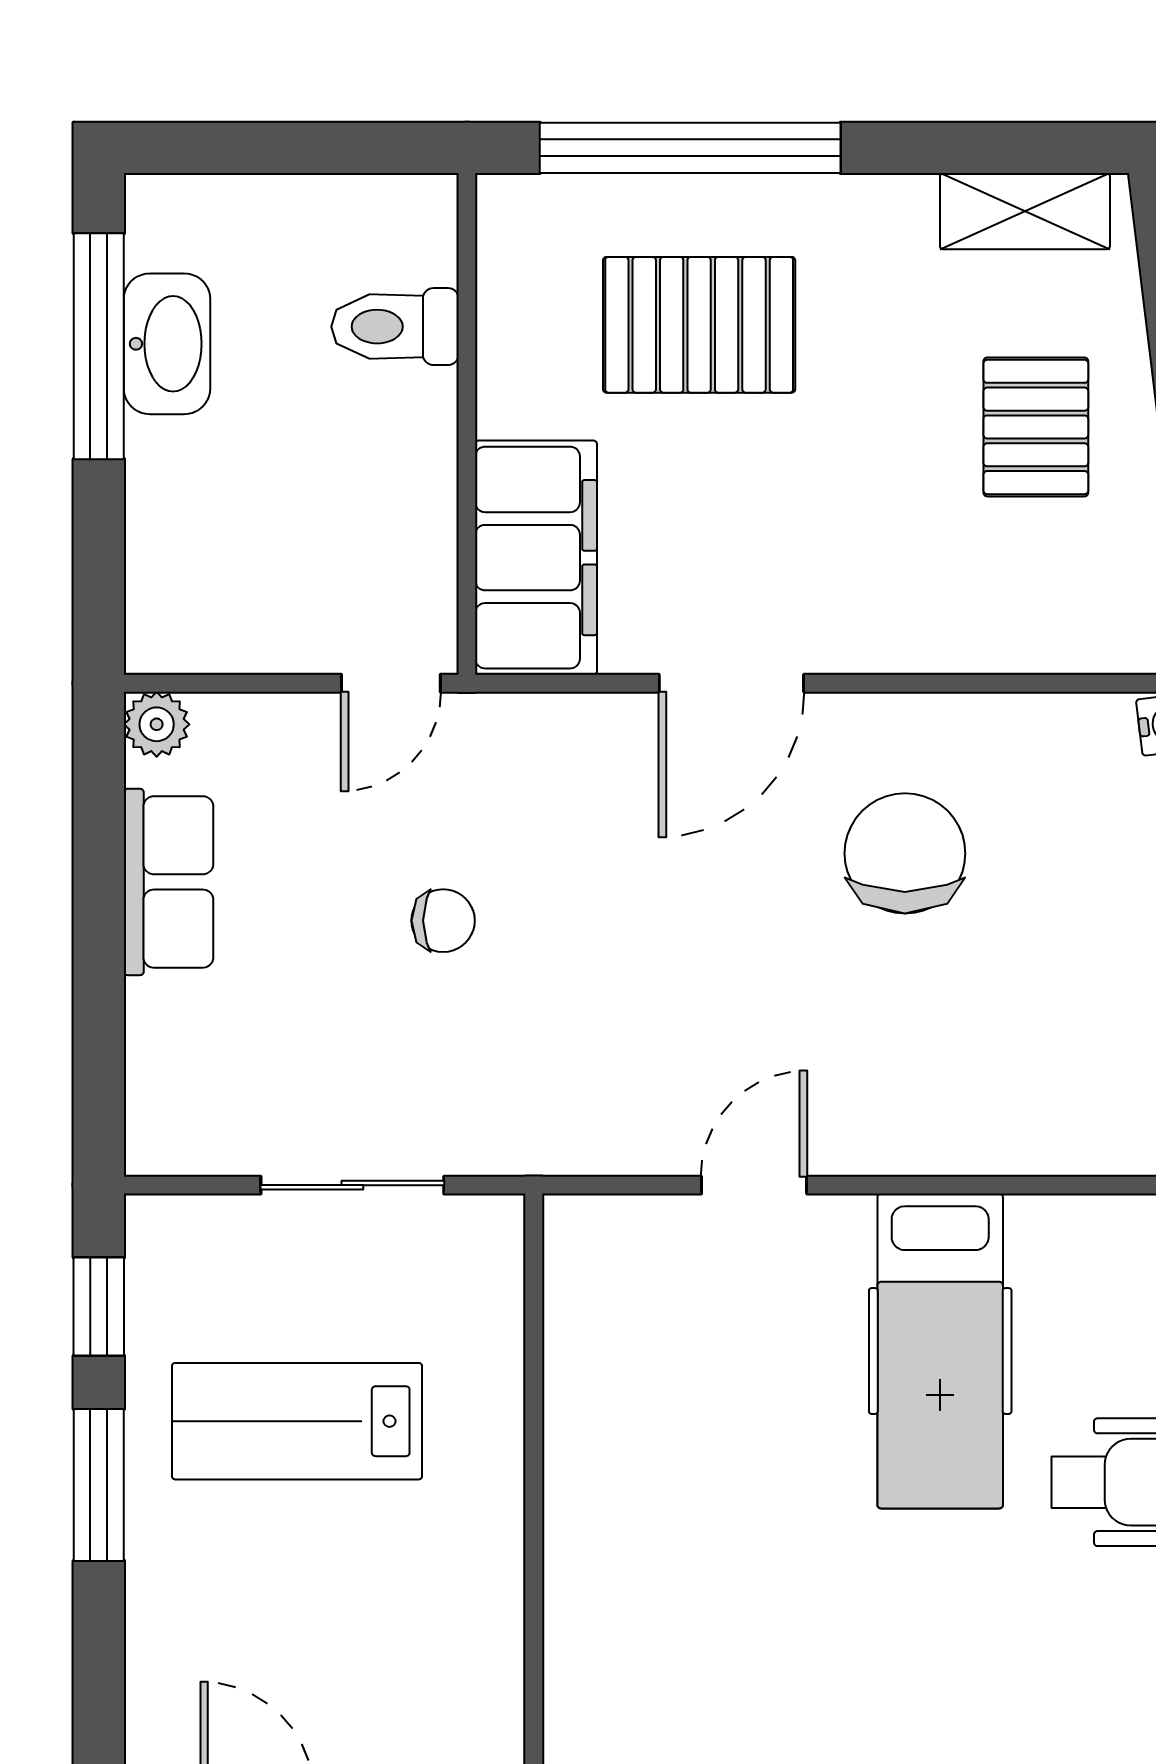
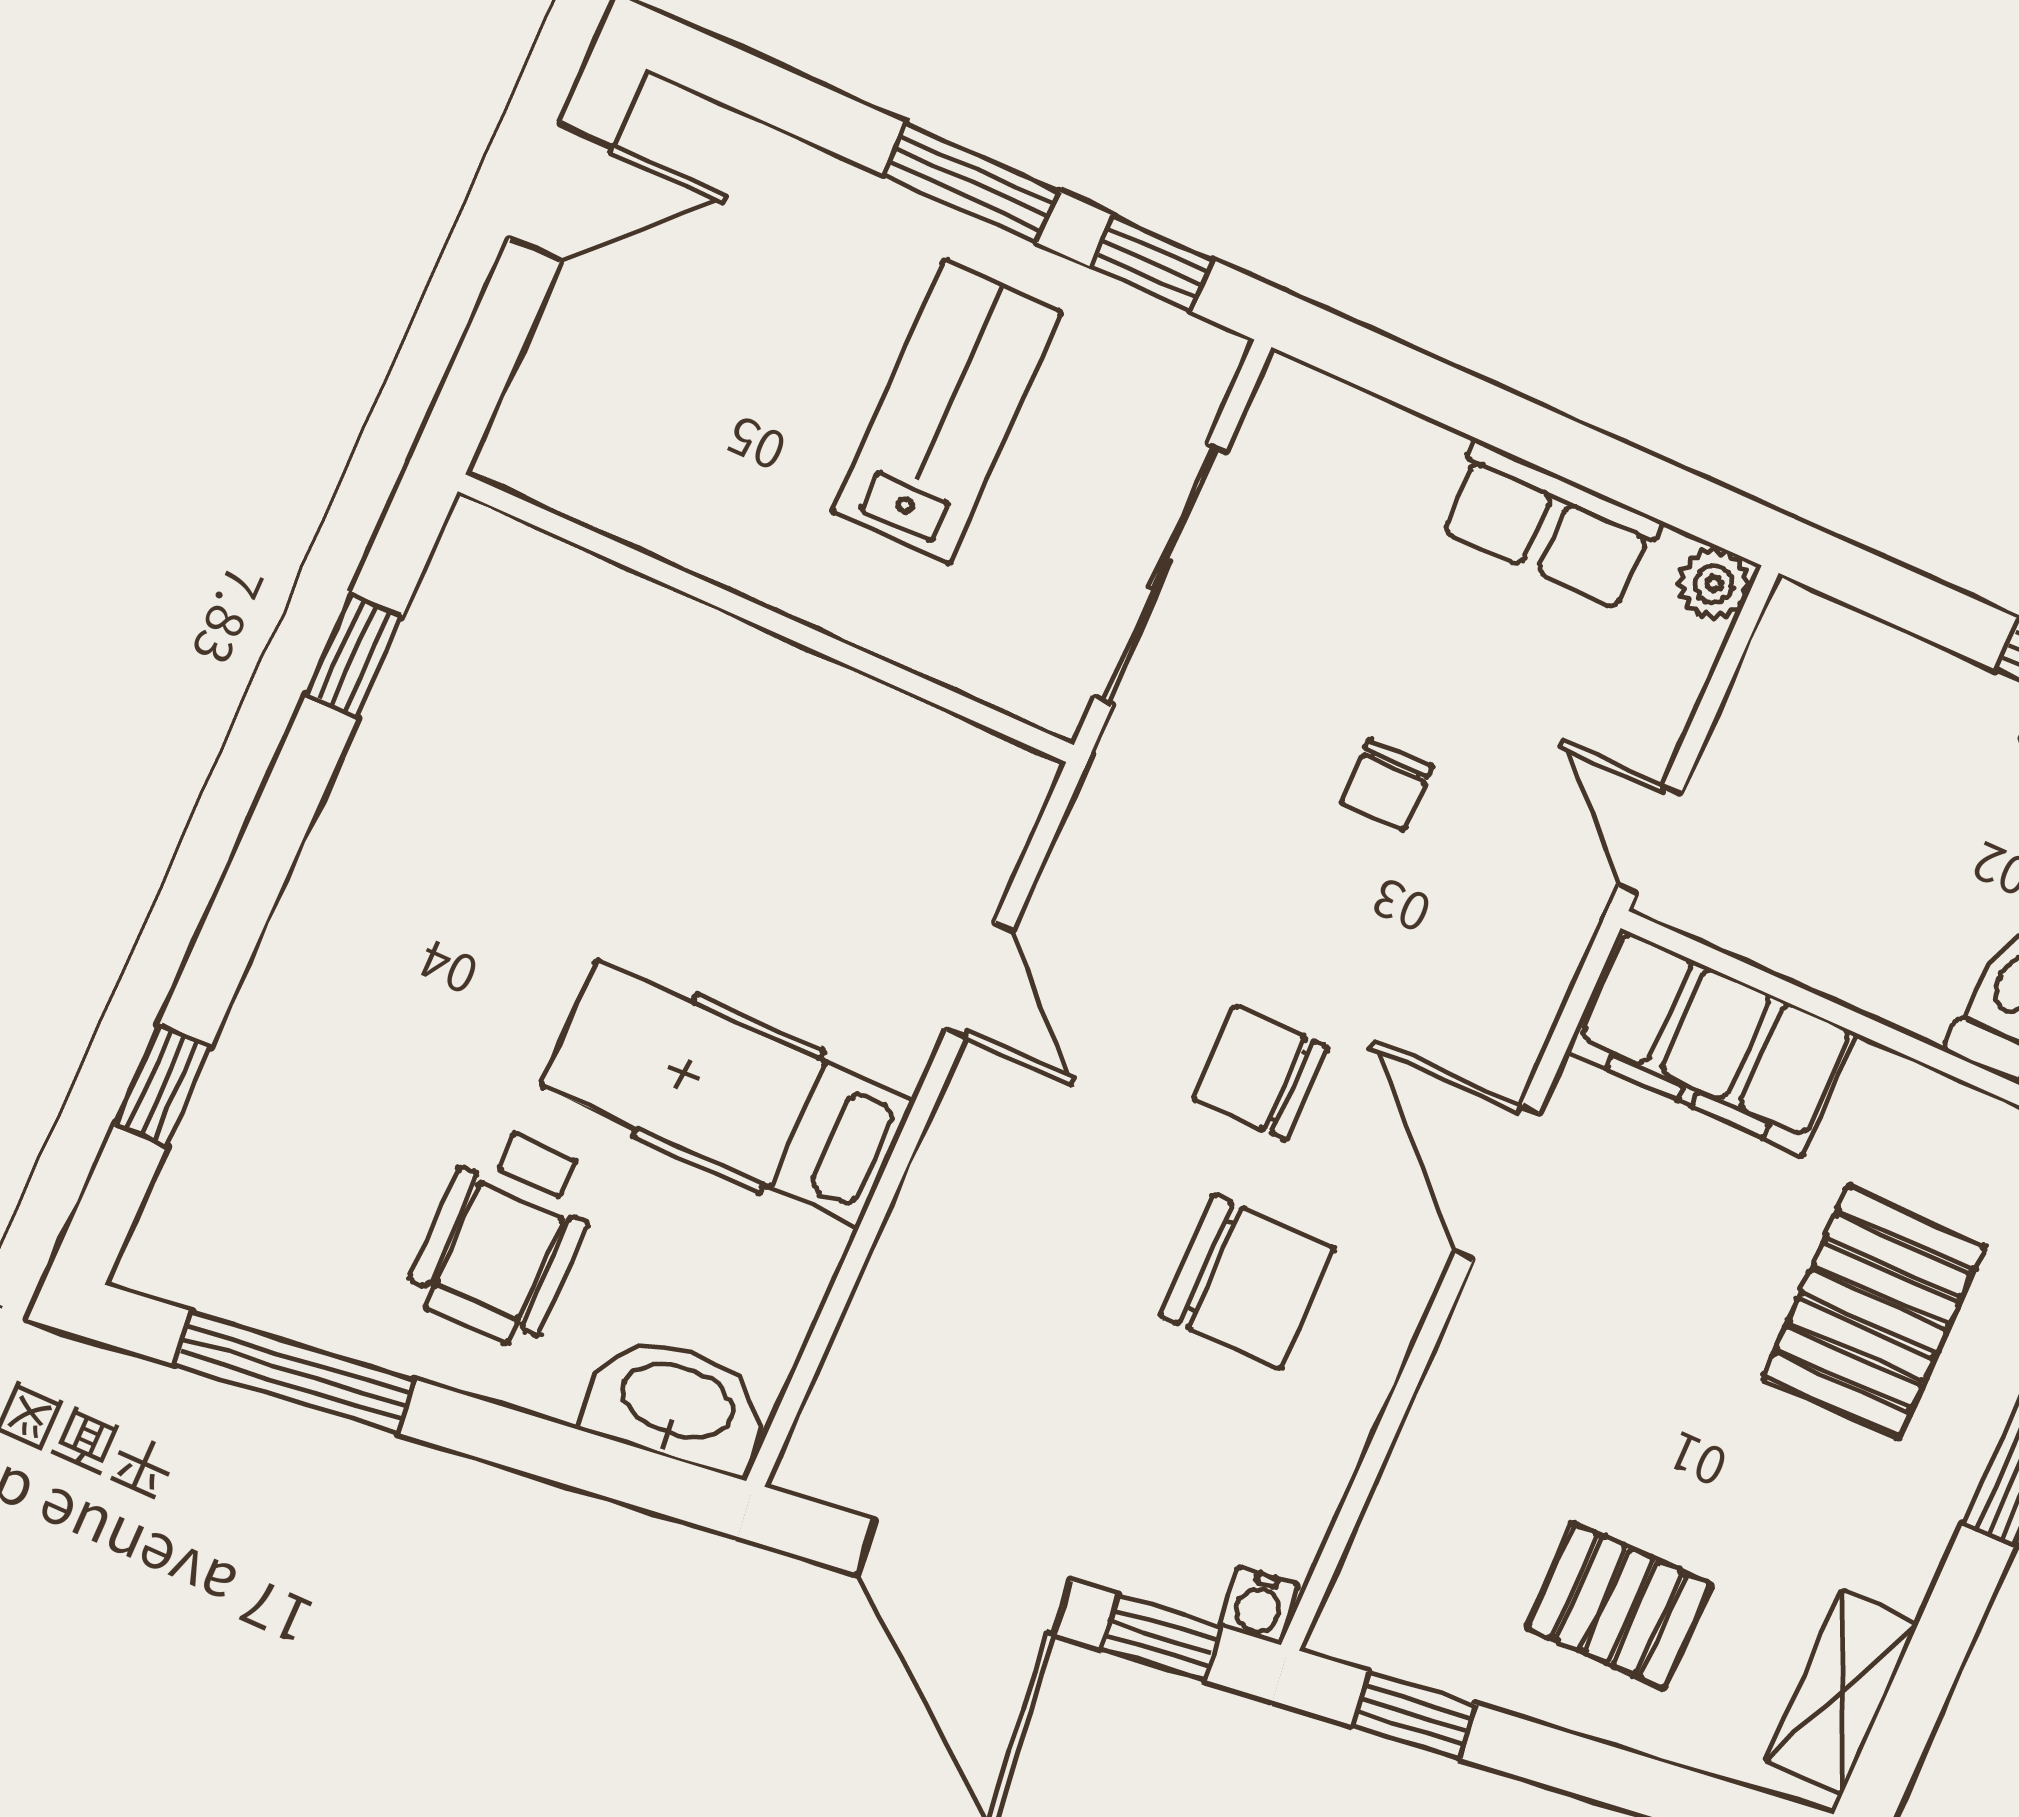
chair: (728, 919) -> (1260, 1073), added
sliding door: (352, 1185) -> (1160, 574), width x1.37

